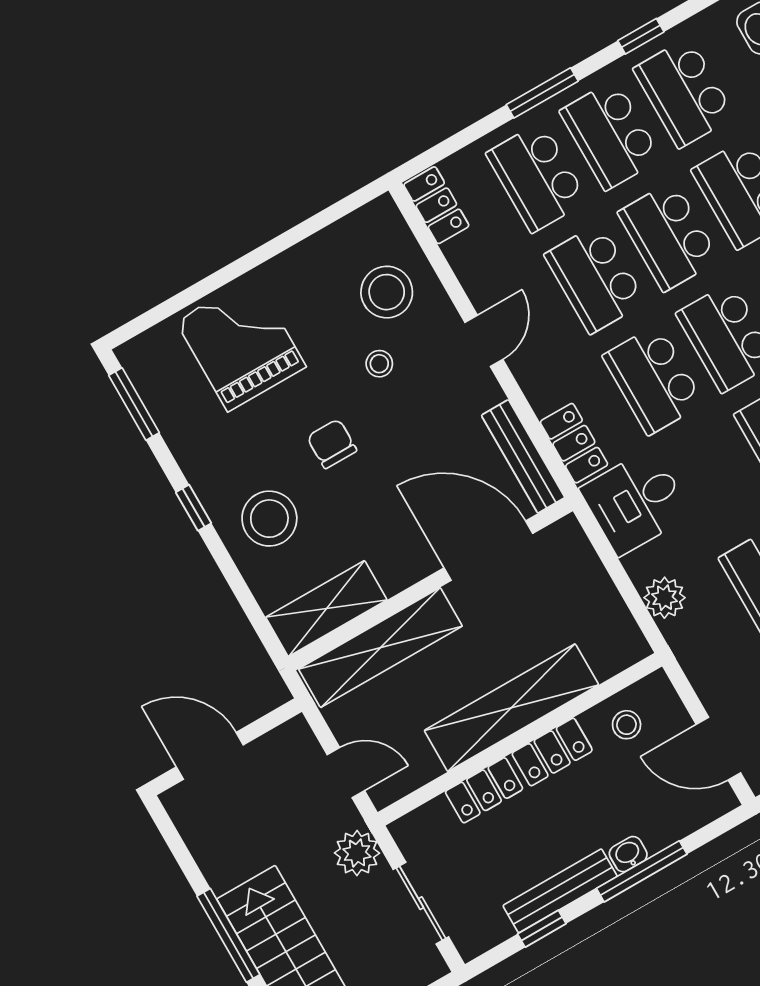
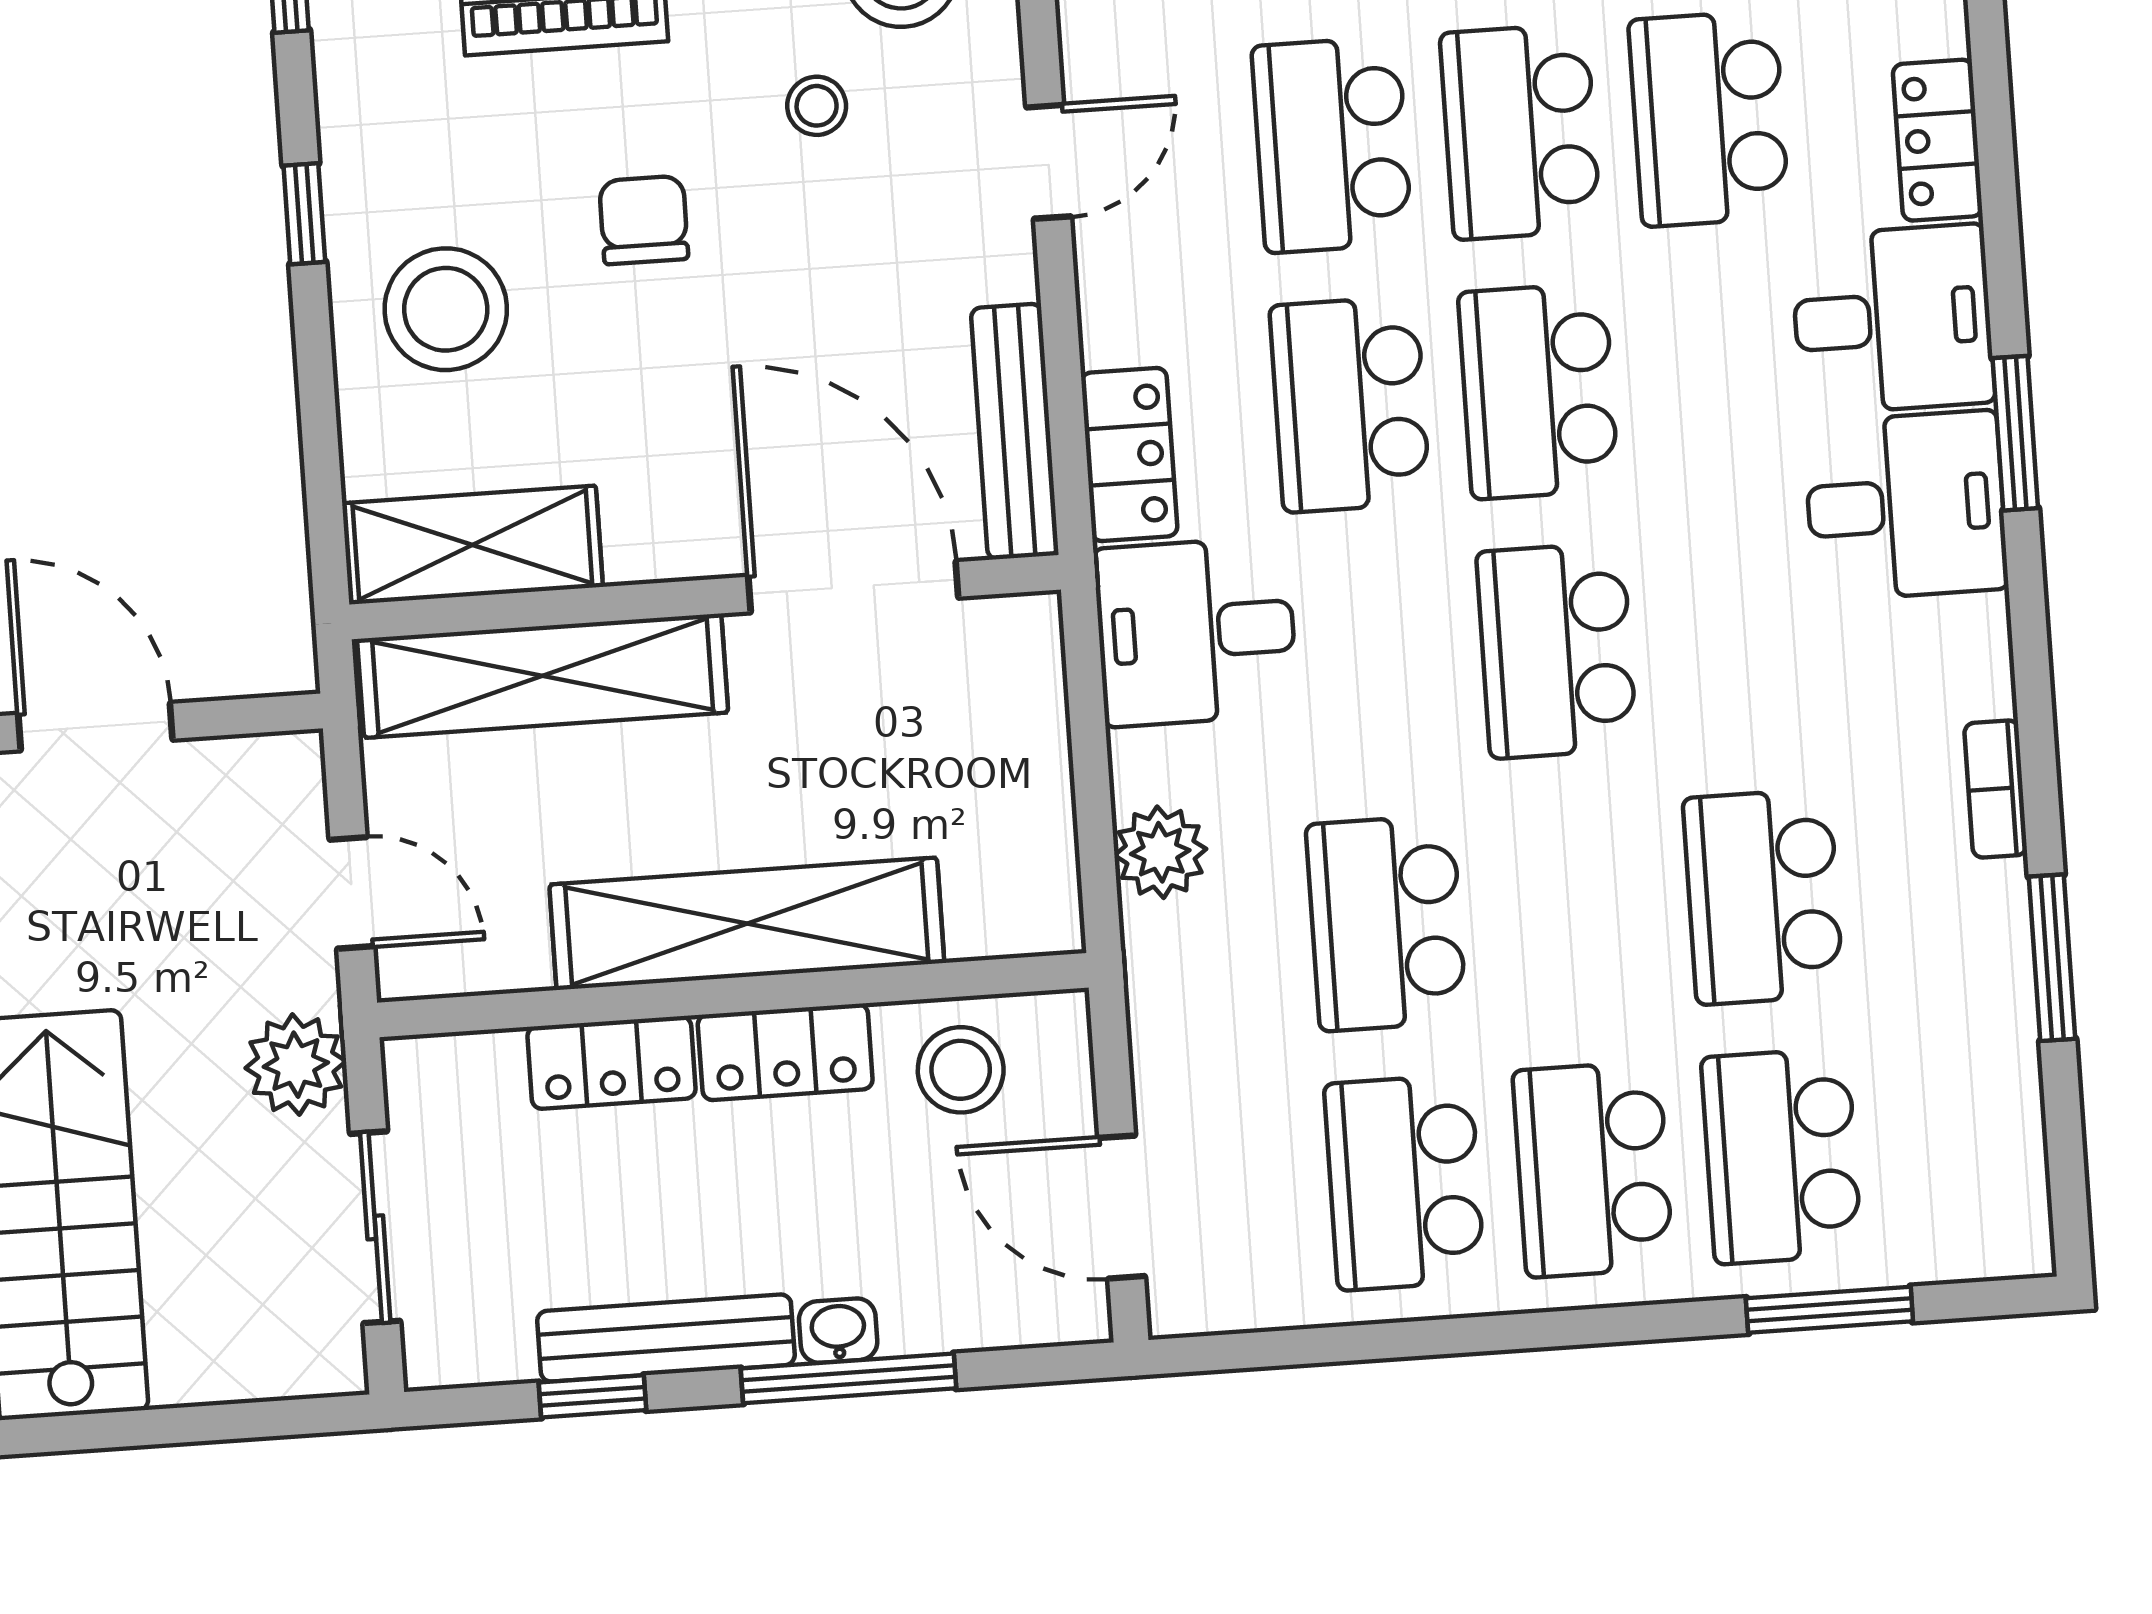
stool: (627, 725) -> (961, 1070), width x1.37, depth x1.37

